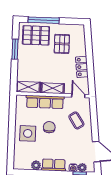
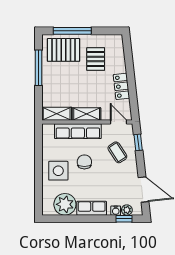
window: (15, 49) -> (39, 68), width x1.44
window: (94, 113) -> (138, 142), added
plant: (36, 165) -> (65, 204), width x1.88, depth x1.88

